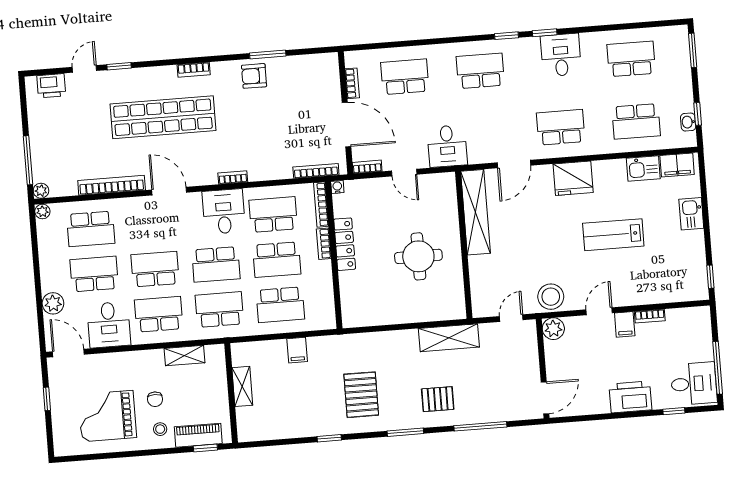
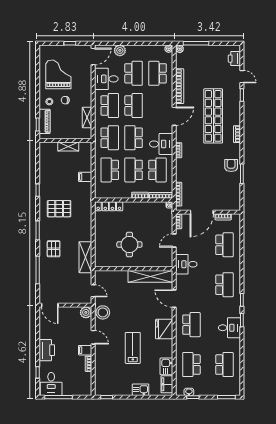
locker: (345, 244) -> (109, 206), moved

